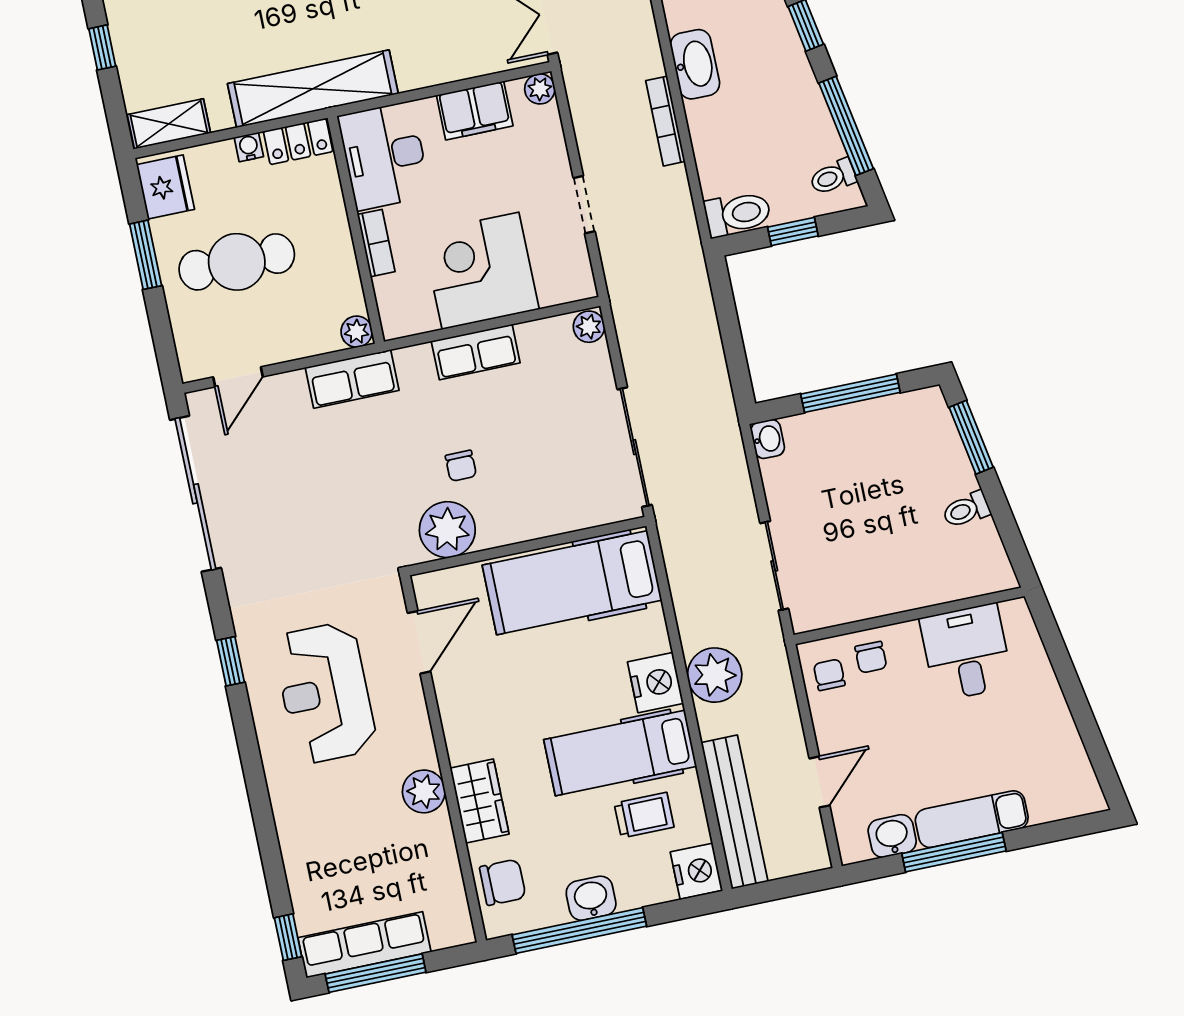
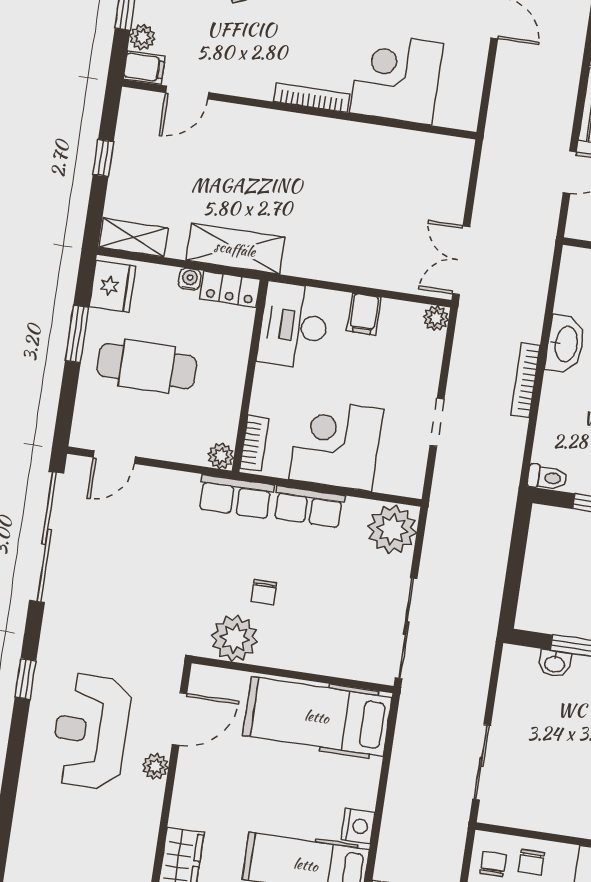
shelving: (313, 89) -> (235, 249), width x0.68
filing cabinet: (475, 111) -> (364, 314), width x0.50
toilet: (738, 214) -> (547, 477), width x0.73, depth x0.72
bookcase: (376, 243) -> (254, 443), moved
plant: (589, 327) -> (392, 529), width x1.87, depth x1.87
row of seats: (352, 379) -> (236, 497), moved
washbasin: (768, 439) -> (555, 663), moved, turned 90
plant: (715, 675) -> (403, 831), removed
nightstand: (655, 683) -> (358, 826), width x0.74, depth x0.75
plant: (424, 791) -> (155, 766), moved, width x0.73, depth x0.73

